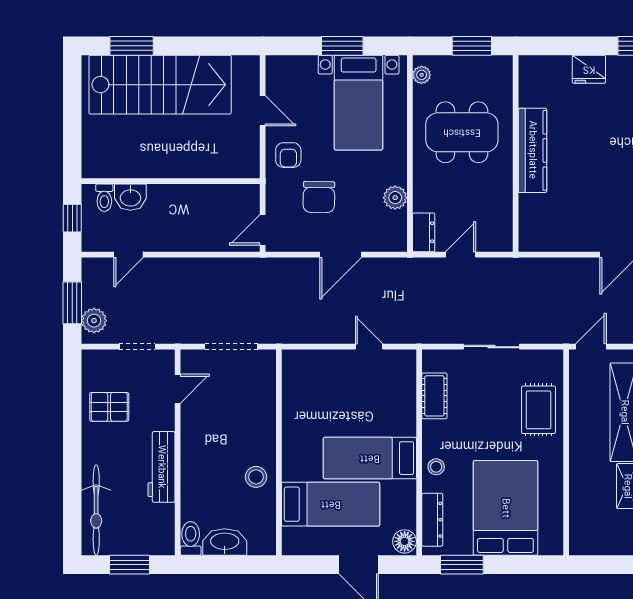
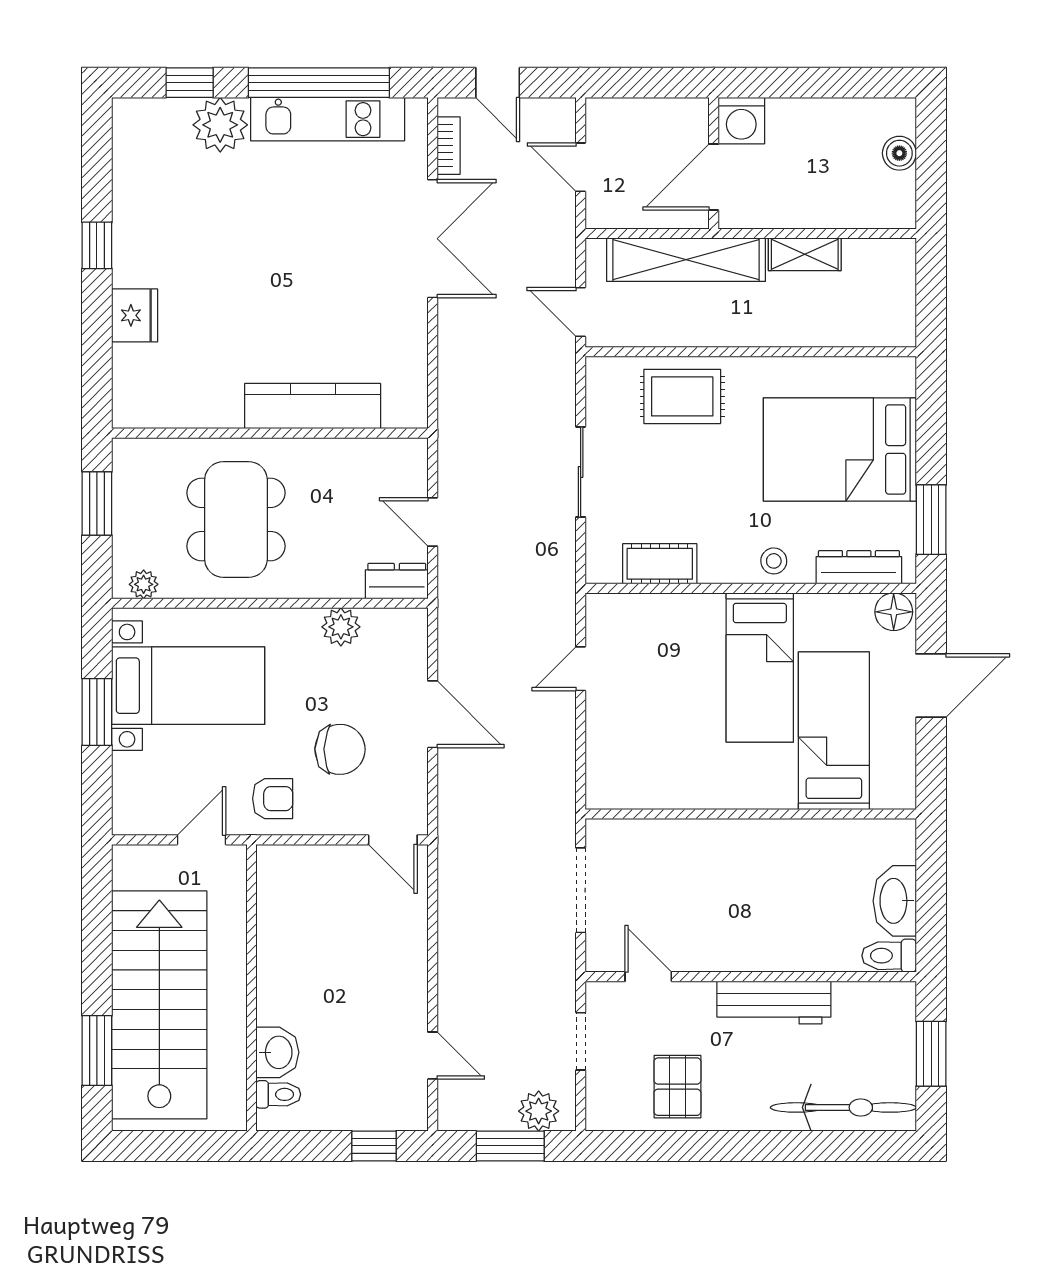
kitchen counter: (532, 150) -> (313, 406), moved
wall: (171, 181) -> (251, 988), moved
washbasin: (130, 197) -> (277, 1052), moved
toilet: (104, 198) -> (278, 1094), moved
stool: (256, 477) -> (790, 851), removed

